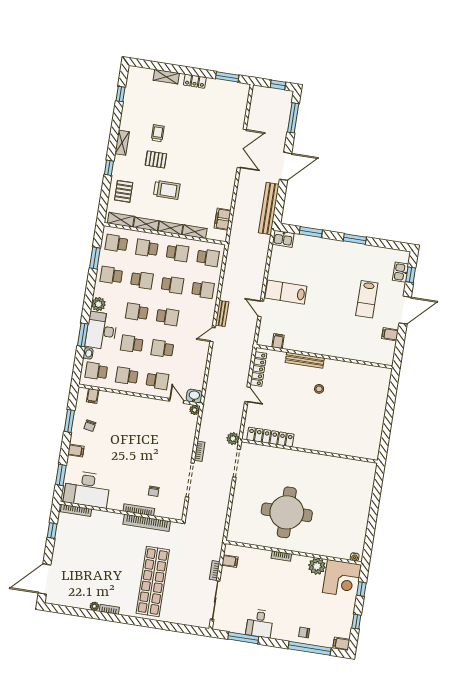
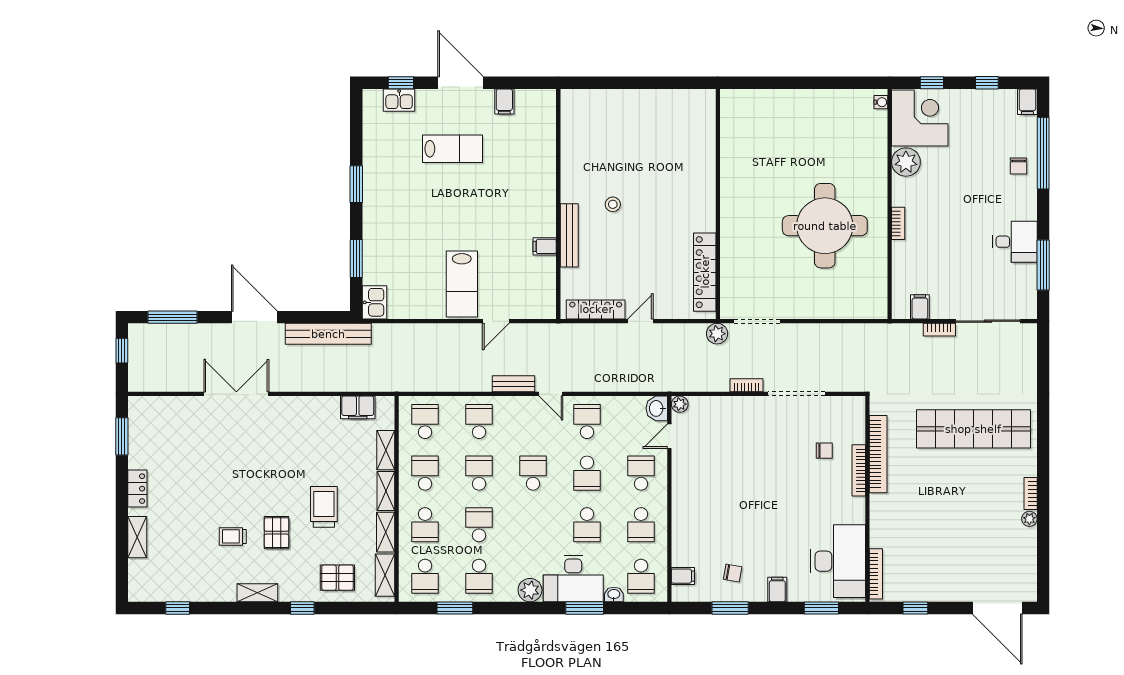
school desk: (137, 312) -> (587, 422), moved, turned 180
filing cabinet: (278, 341) -> (545, 246), moved

